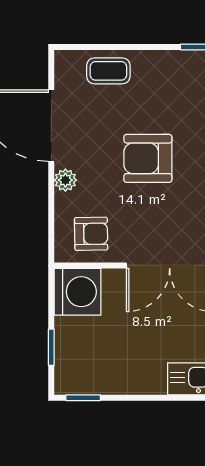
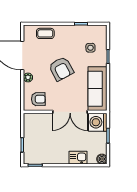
armchair: (148, 158) -> (61, 69), turned -118
washing machine: (78, 292) -> (33, 122), removed

